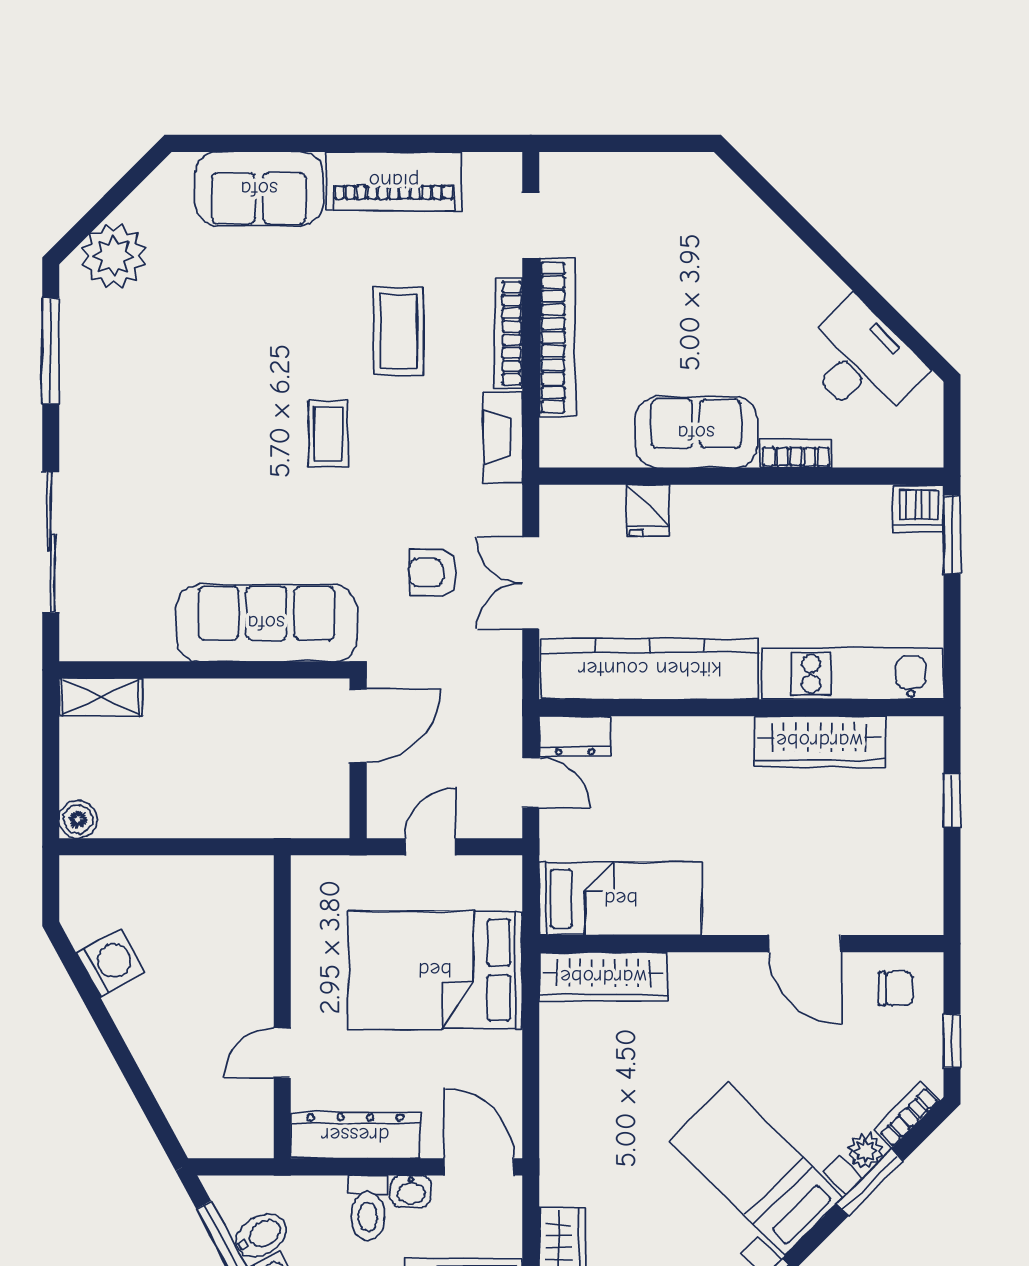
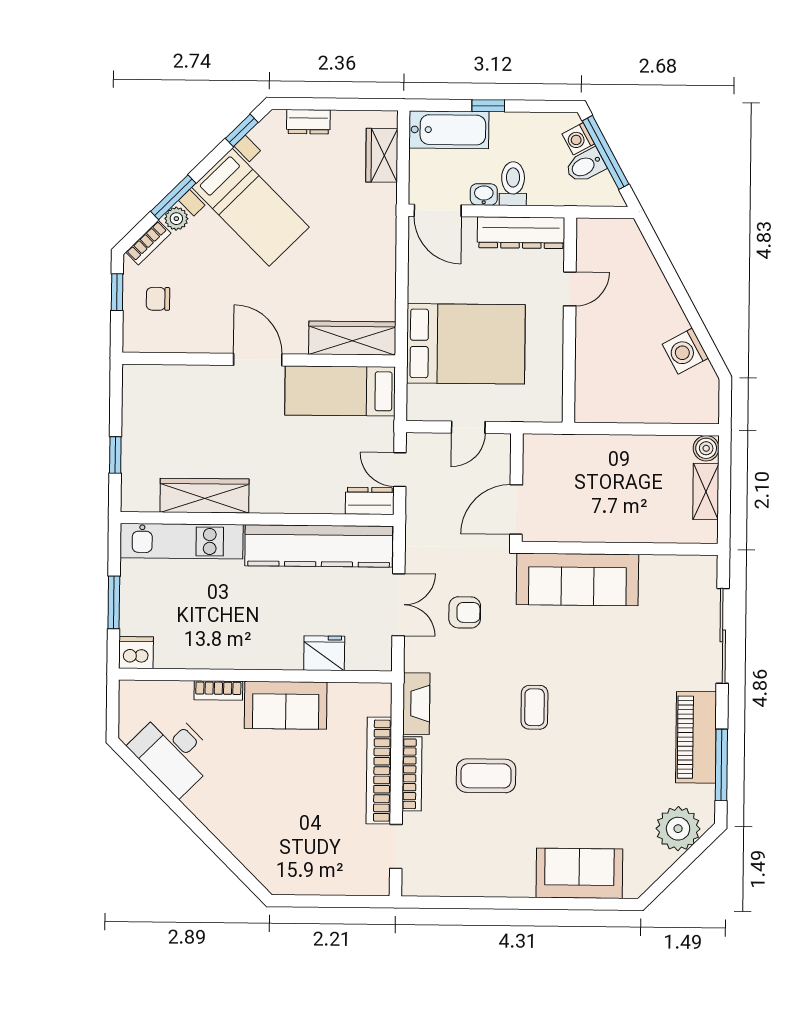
piano: (394, 181) -> (696, 737), moved, turned -90
coffee table: (399, 331) -> (486, 776), turned 90
fridge: (648, 510) -> (324, 653), width x1.38
window: (952, 534) -> (114, 602), moved
shelving: (101, 697) -> (706, 492), moved, turned 90
door: (805, 944) -> (258, 360), moved
chair: (896, 988) -> (158, 299), moved

